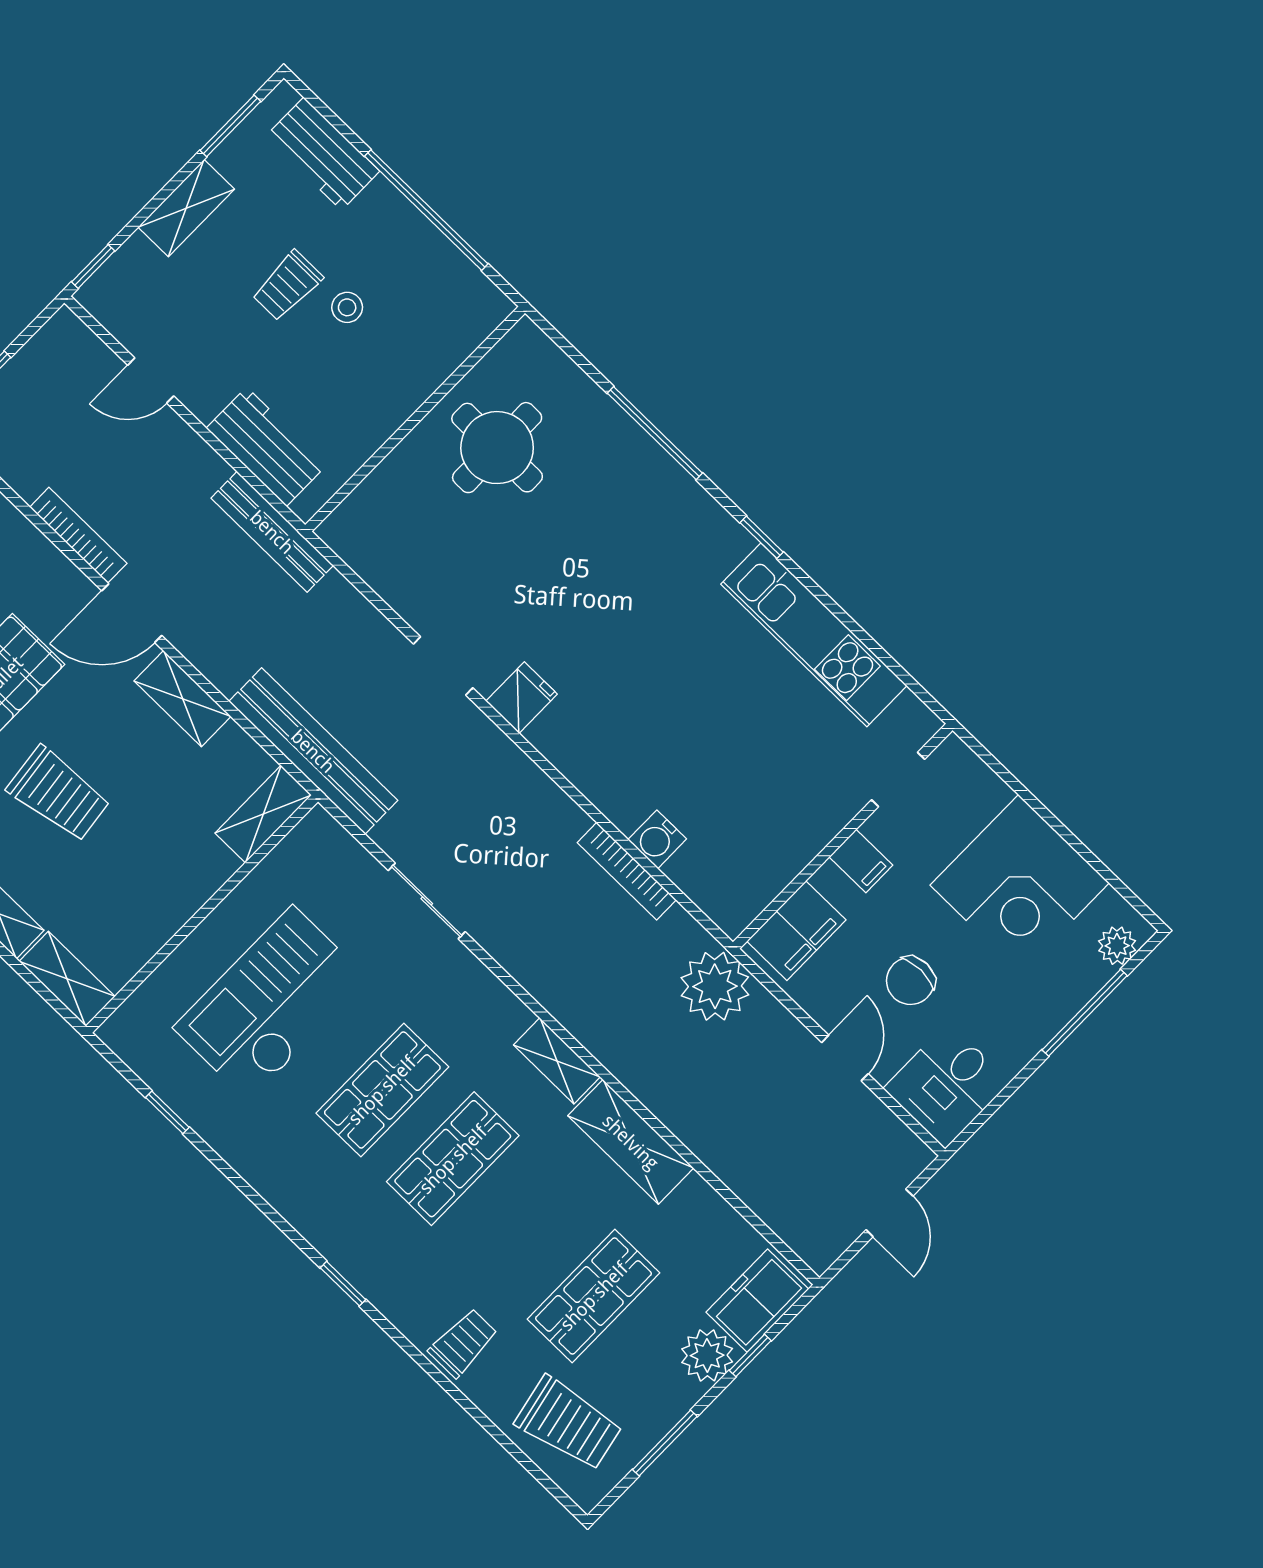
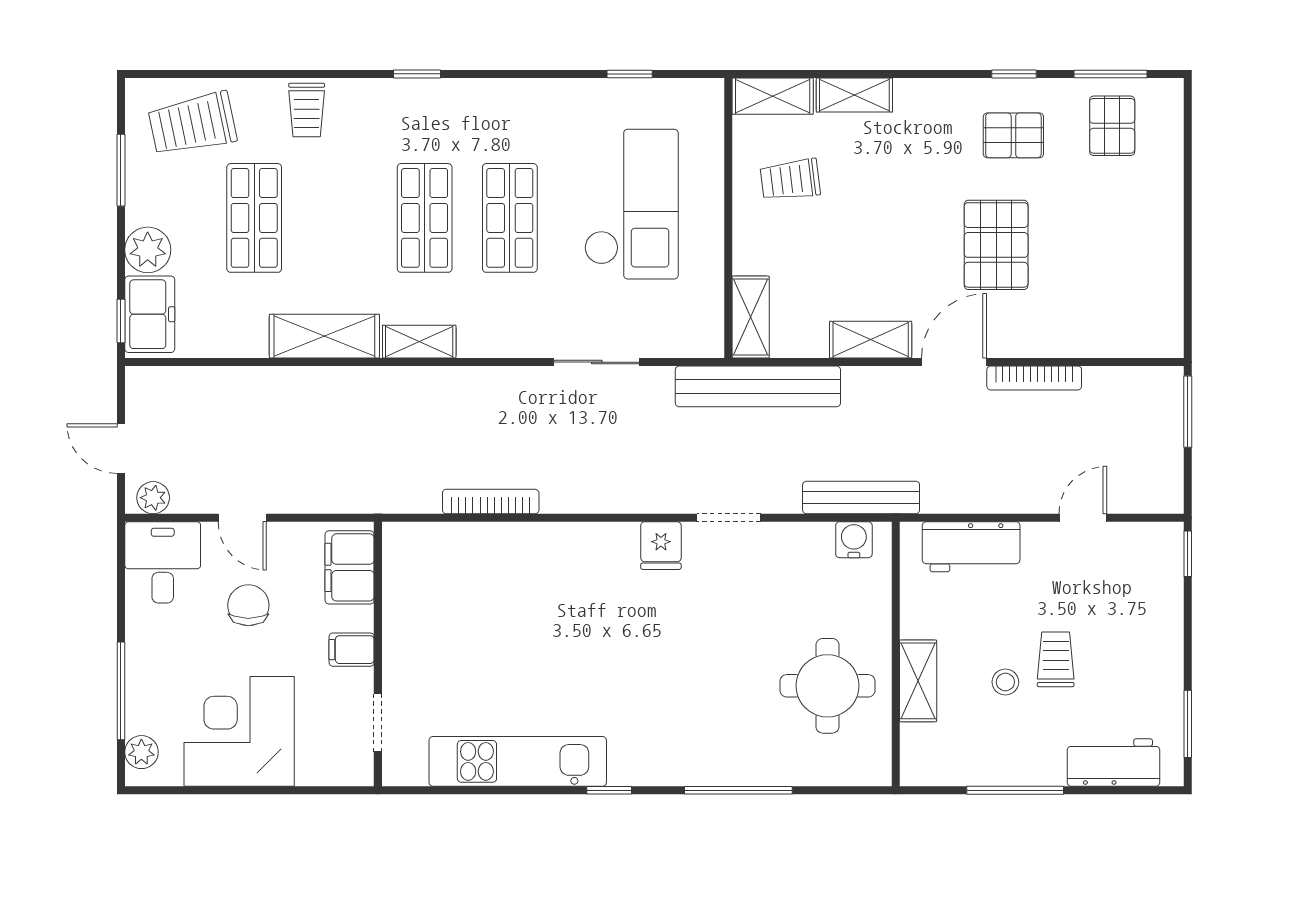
shelving: (186, 208) -> (918, 681), moved
window: (426, 210) -> (1015, 790), width x0.68
bench: (272, 532) -> (861, 497), moved
trolley: (59, 794) -> (790, 180), moved, width x0.73, depth x0.72
water cooler: (657, 839) -> (854, 540), moved
plant: (715, 986) -> (153, 498), moved, width x0.53, depth x0.53
window: (750, 1355) -> (121, 321), moved

